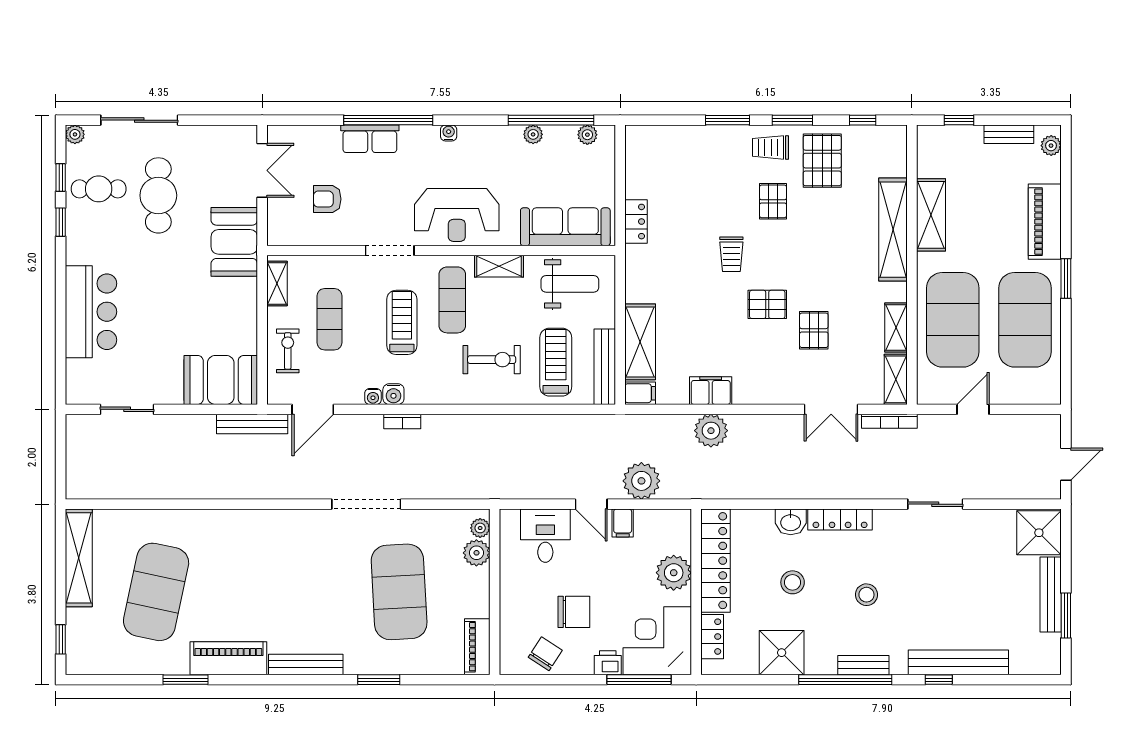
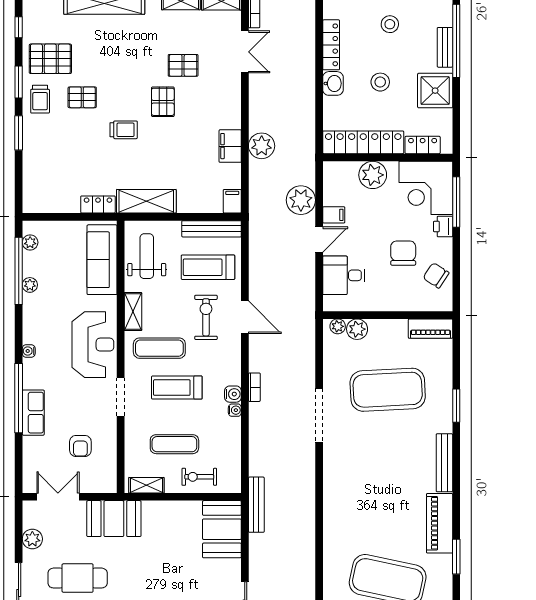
plant: (208, 138) -> (32, 539), added
shelving: (640, 342) -> (146, 201), moved
door: (313, 409) -> (245, 317), moved
bench: (863, 665) -> (445, 47), moved

